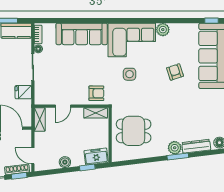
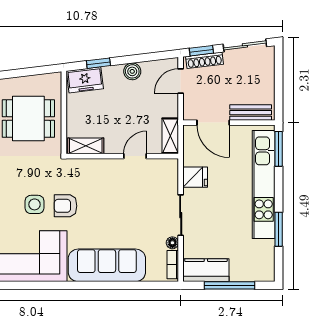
armchair: (96, 93) -> (66, 206), moved
door: (33, 156) -> (181, 81), swing flipped

